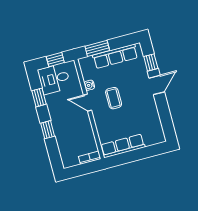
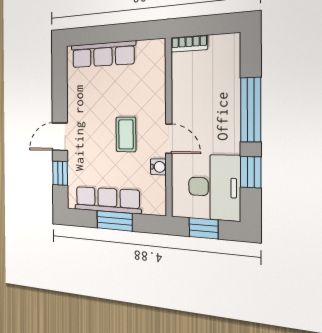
window: (97, 48) -> (115, 221), moved
desk: (54, 79) -> (214, 187), width x1.37
window: (48, 130) -> (251, 110), width x2.17
row of seats: (123, 146) -> (103, 54), moved

